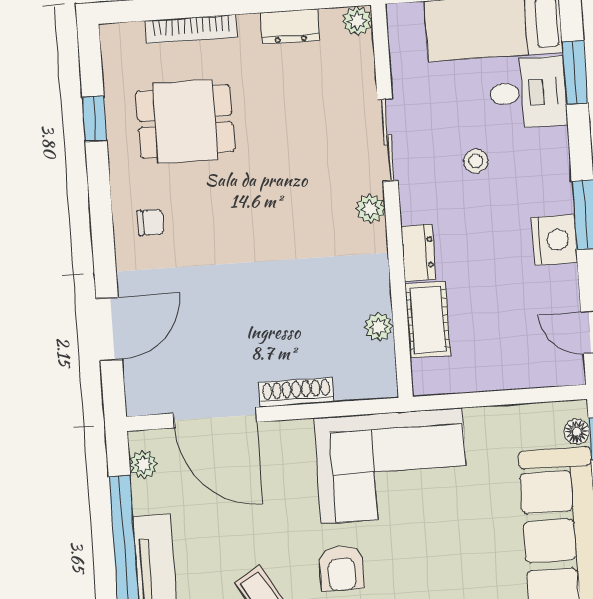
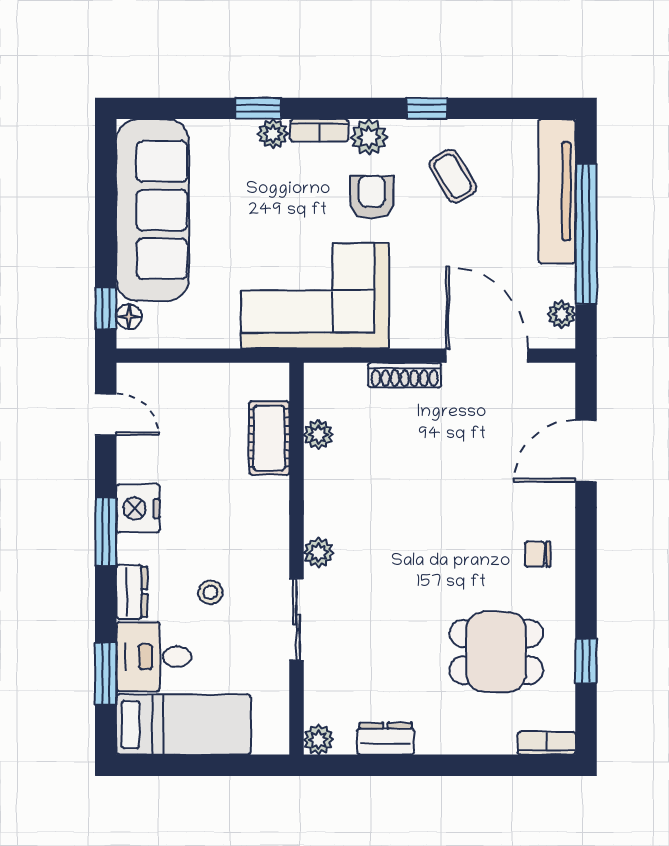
bookcase: (191, 29) -> (547, 743), moved, width x0.64
dresser: (418, 253) -> (132, 592), moved, turned 180

